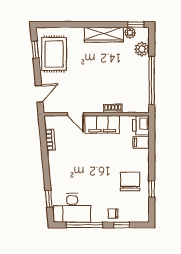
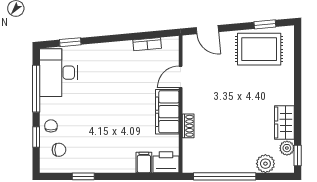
wardrobe: (104, 35) -> (284, 123), width x0.67
chair: (130, 182) -> (59, 150), moved, width x0.54, depth x0.54

